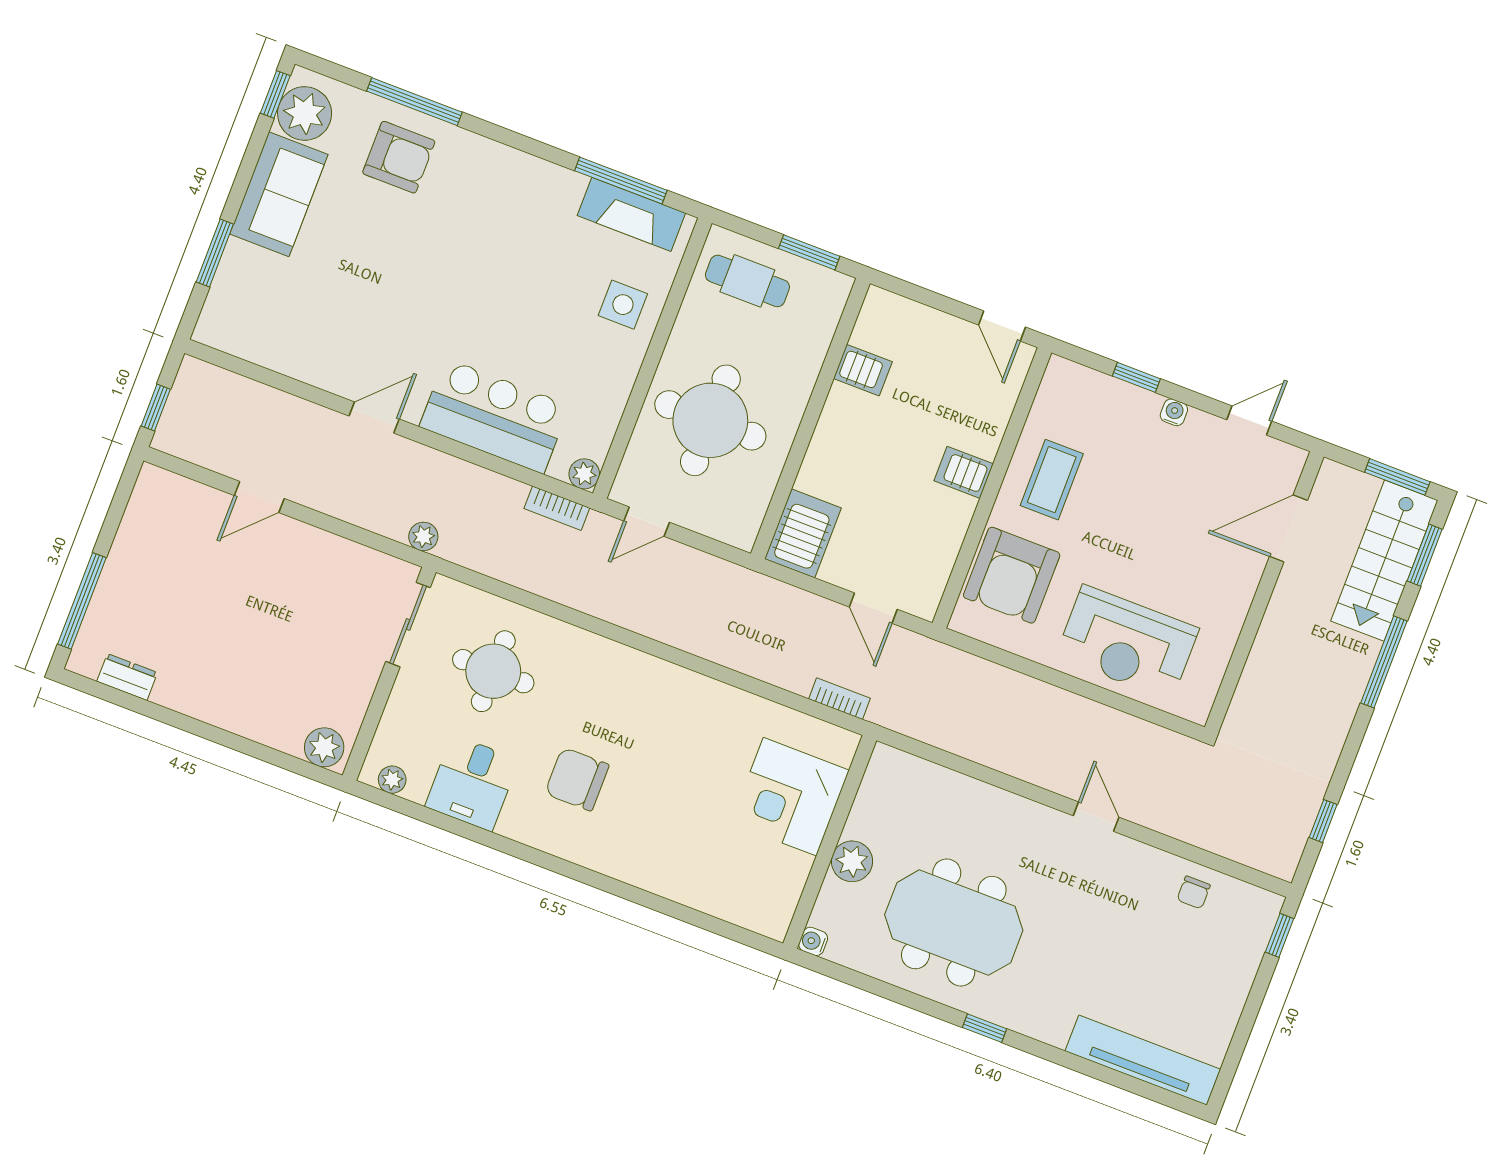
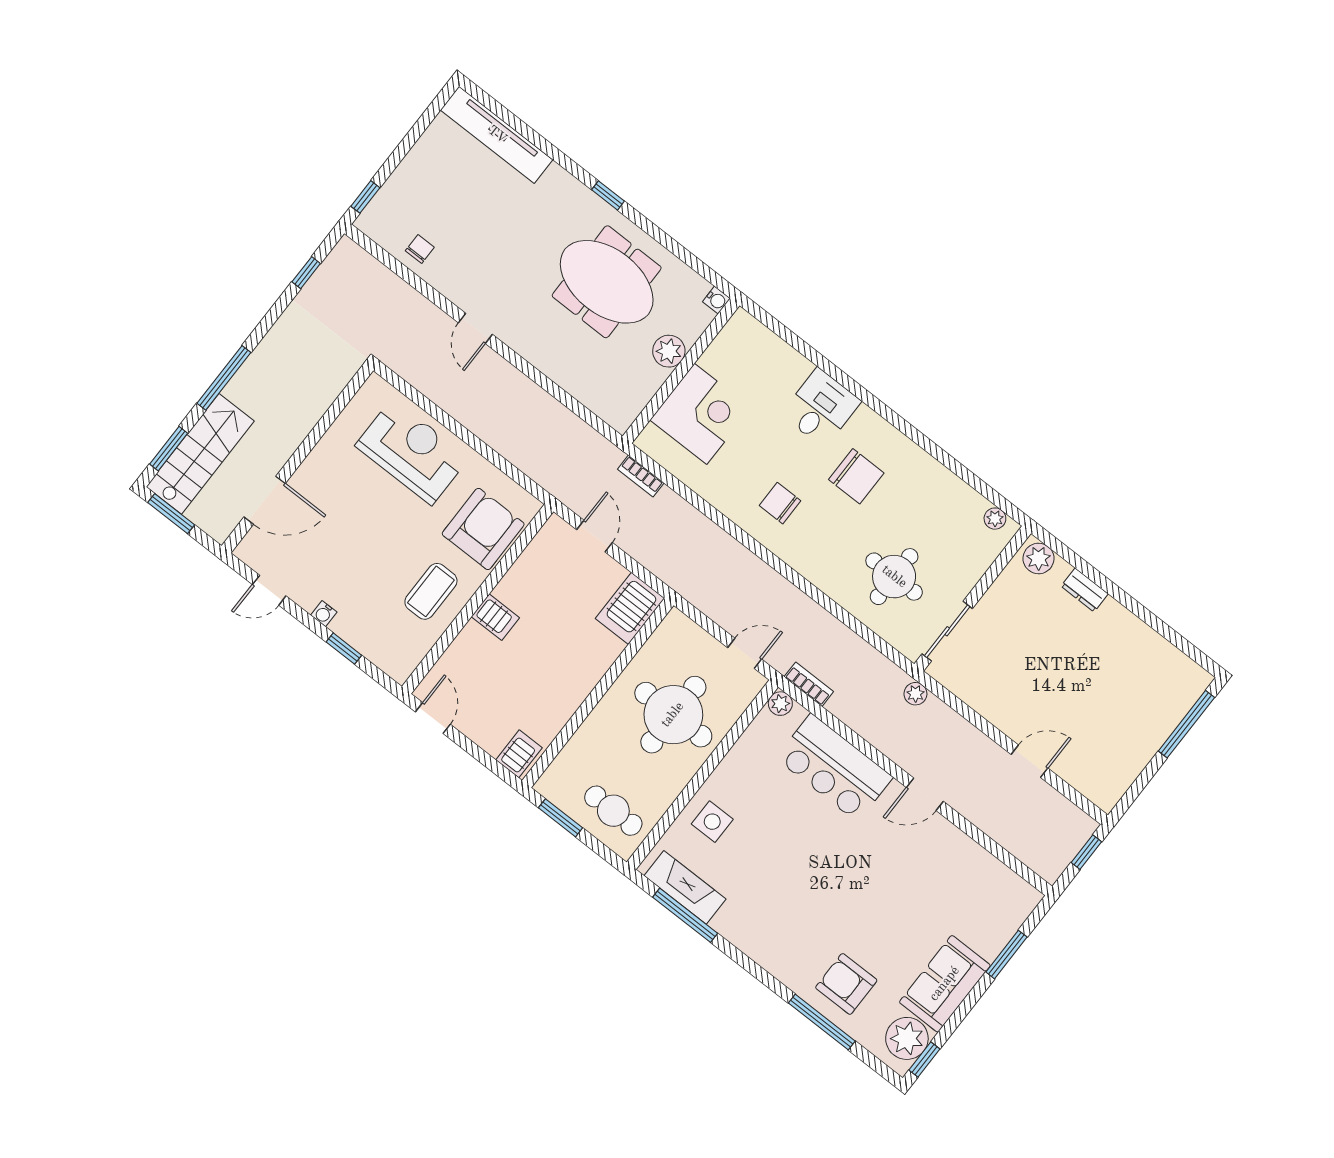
server rack: (863, 370) -> (519, 754), moved, turned 90
dresser: (127, 677) -> (1085, 590), moved
chair: (660, 718) -> (780, 503), added
desk: (472, 783) -> (821, 408), moved

